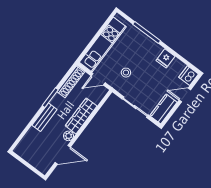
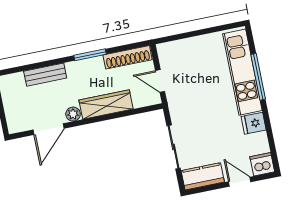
kitchen unit: (103, 45) -> (242, 72), moved, turned 90
stool: (126, 73) -> (197, 100), removed
bench: (44, 117) -> (45, 75), moved
door: (63, 155) -> (49, 129), hinge flipped

